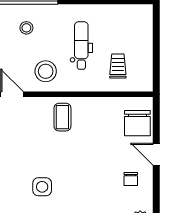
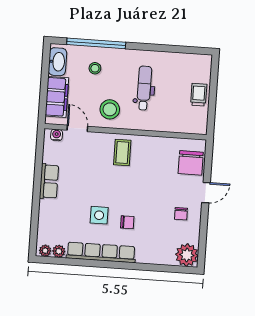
trolley: (118, 66) -> (199, 95), moved
door: (156, 154) -> (206, 193), swing flipped
chair: (73, 192) -> (127, 222), added

